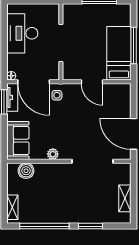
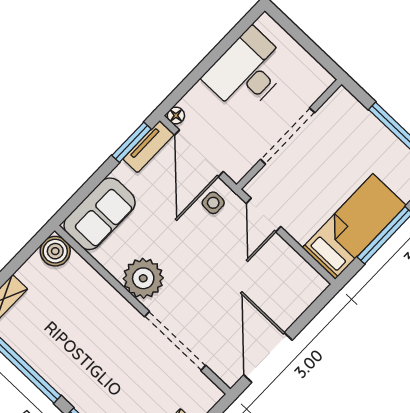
door: (92, 82) -> (263, 215), moved
plant: (53, 154) -> (143, 278), width x1.87, depth x1.87
boiler: (26, 171) -> (55, 251), moved

